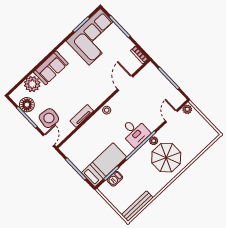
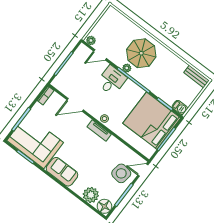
sofa: (51, 68) -> (62, 172), moved
floor lamp: (27, 105) -> (104, 206), moved
tv unit: (82, 116) -> (99, 130), moved
desk: (135, 132) -> (112, 80), moved
bed: (104, 165) -> (152, 121), width x2.04
barbecue: (115, 179) -> (180, 107), moved
bench: (137, 206) -> (196, 77), width x0.73

